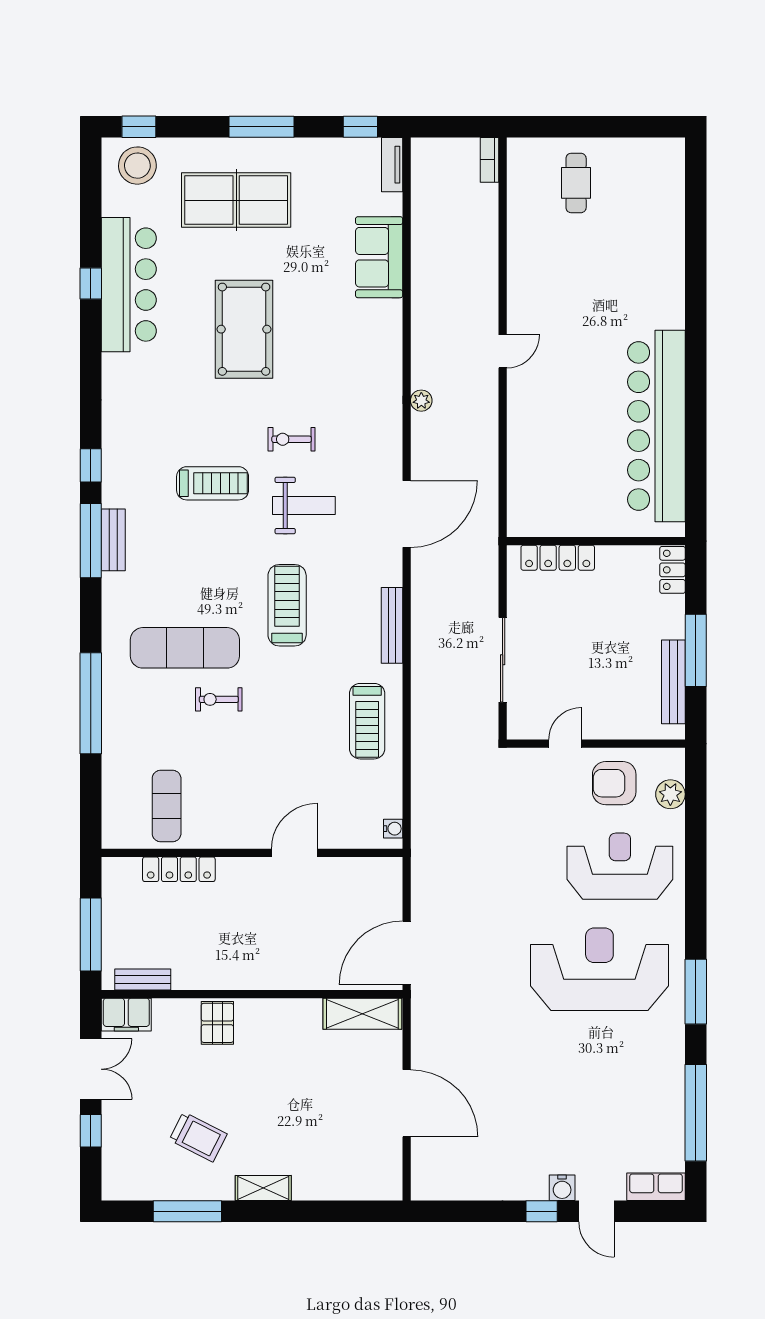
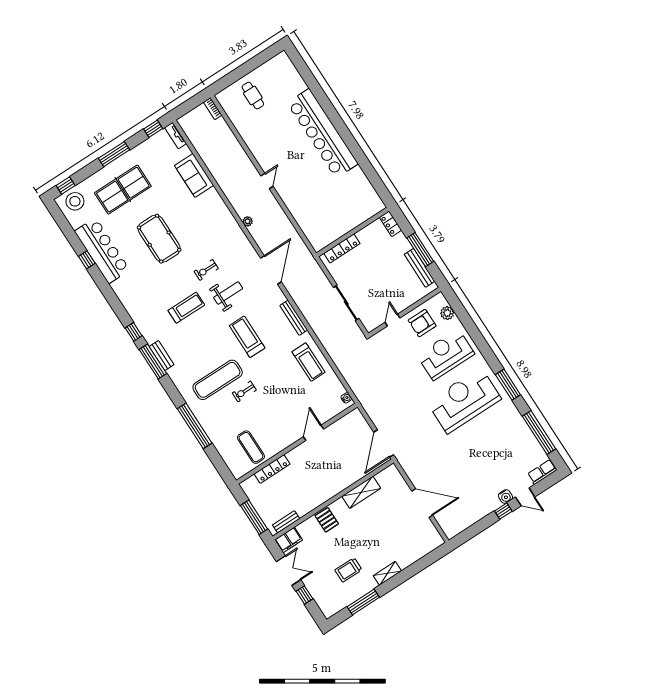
bar counter: (656, 426) -> (323, 133), moved
shelving: (362, 1014) -> (361, 492), moved
trolley: (198, 1137) -> (348, 570), turned 153

